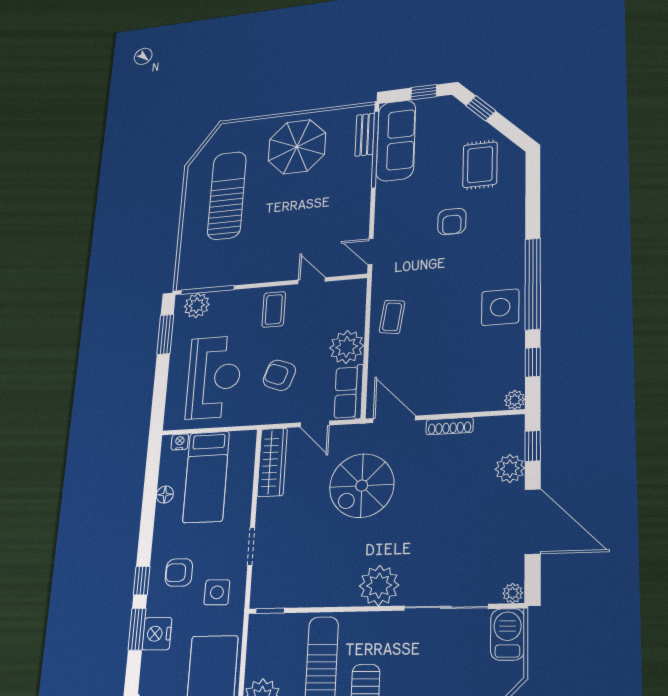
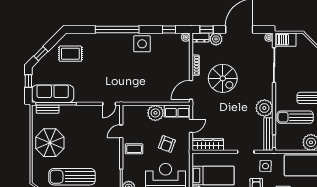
armchair: (452, 222) -> (98, 66), removed
window: (533, 284) -> (117, 30), moved
coffee table: (392, 317) -> (143, 92), removed
dresser: (514, 433) -> (200, 37), added
spiral stairs: (362, 486) -> (223, 78), moved
plant: (379, 586) -> (264, 108), moved
bench: (287, 597) -> (268, 134), added

